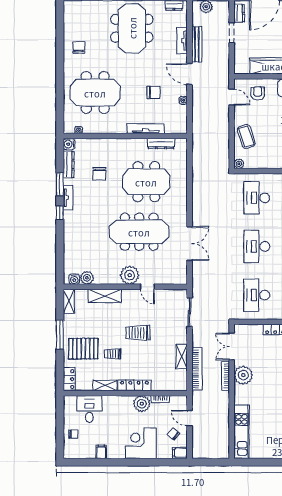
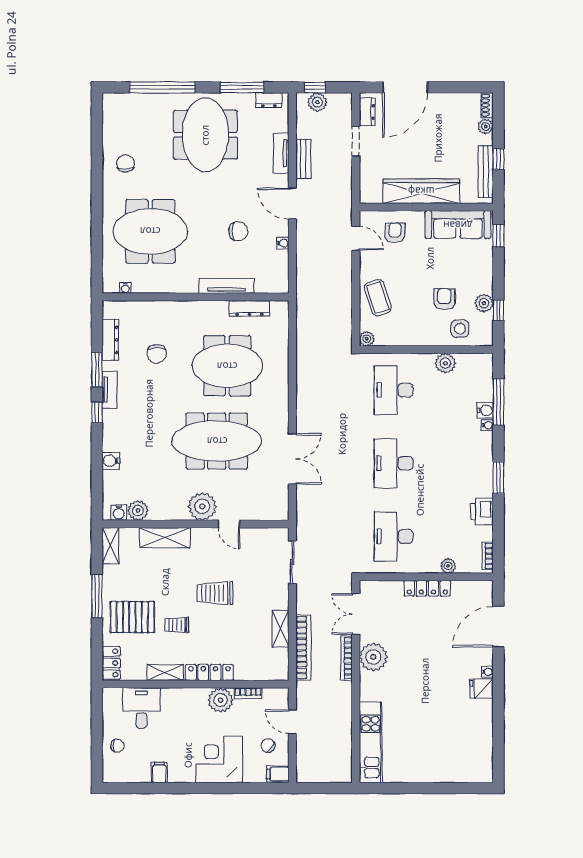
bench: (197, 44) -> (303, 159), width x0.73
water cooler: (69, 144) -> (111, 461), moved

